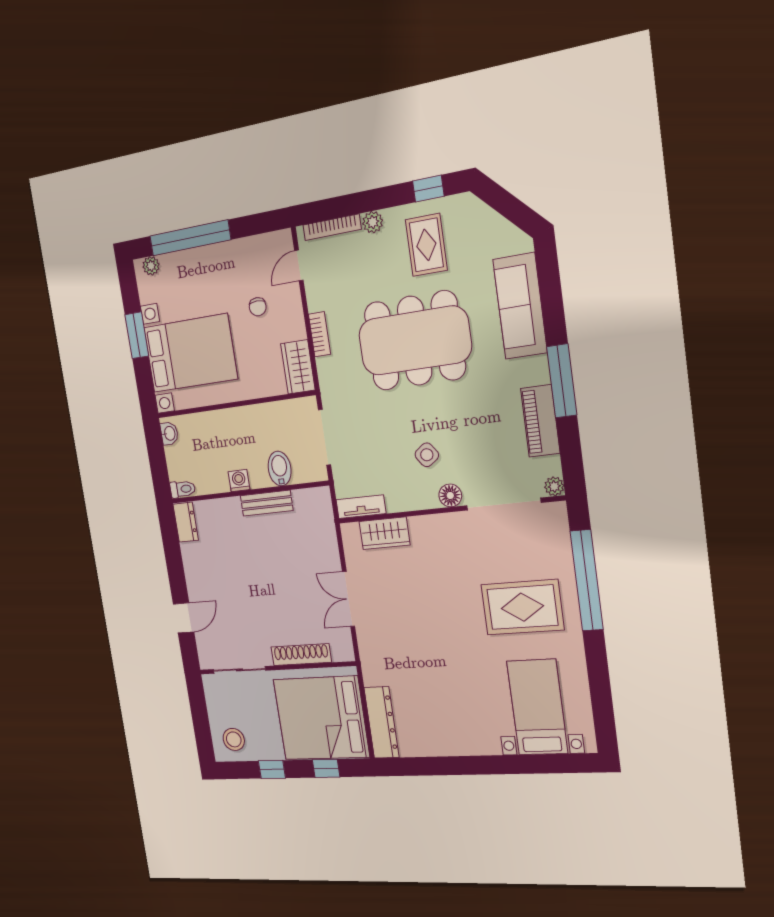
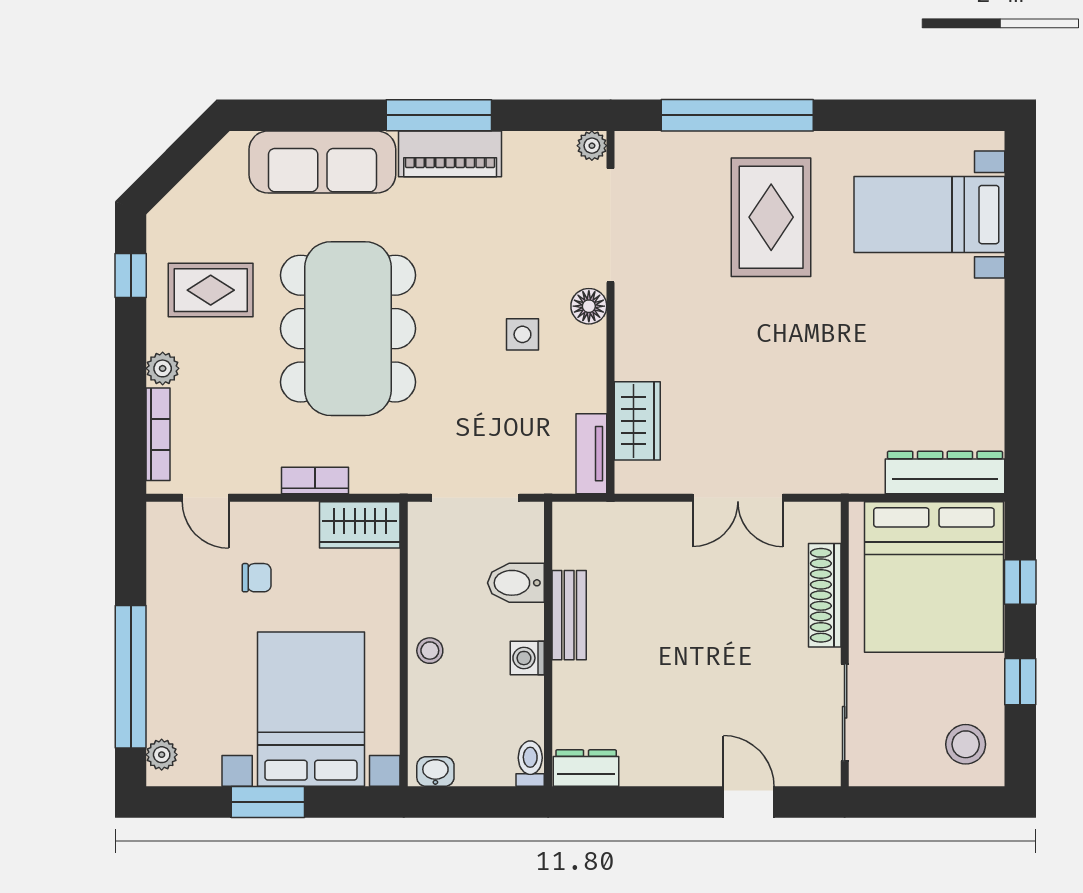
stool: (234, 421) -> (430, 651), added
piano: (540, 421) -> (450, 154), moved
side table: (427, 455) -> (522, 334), turned 36

